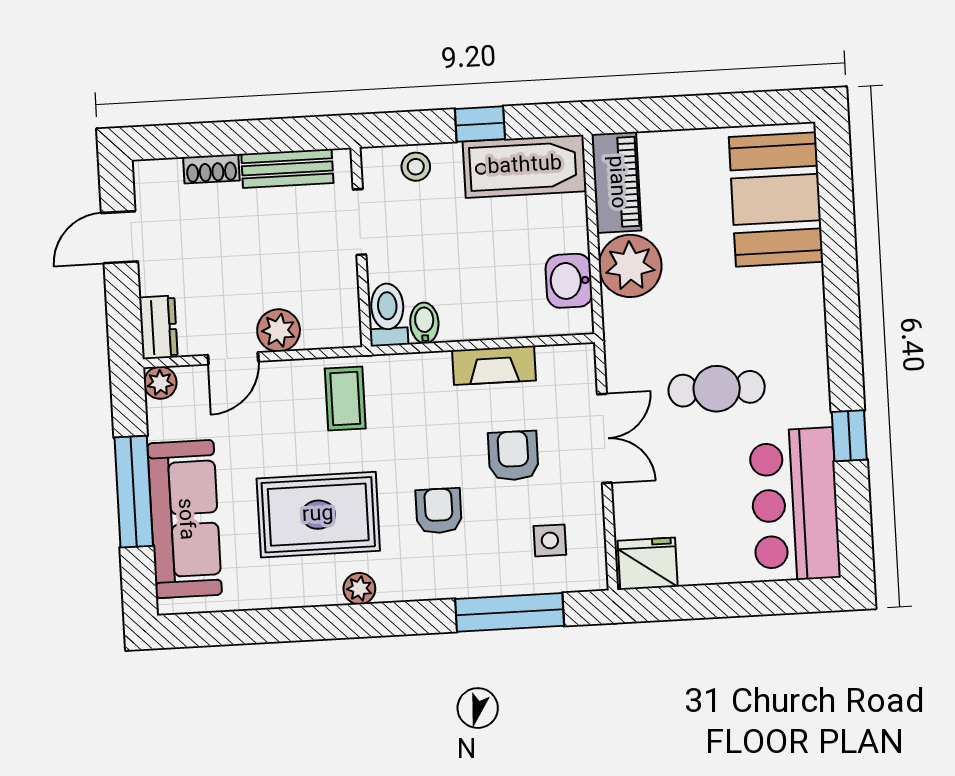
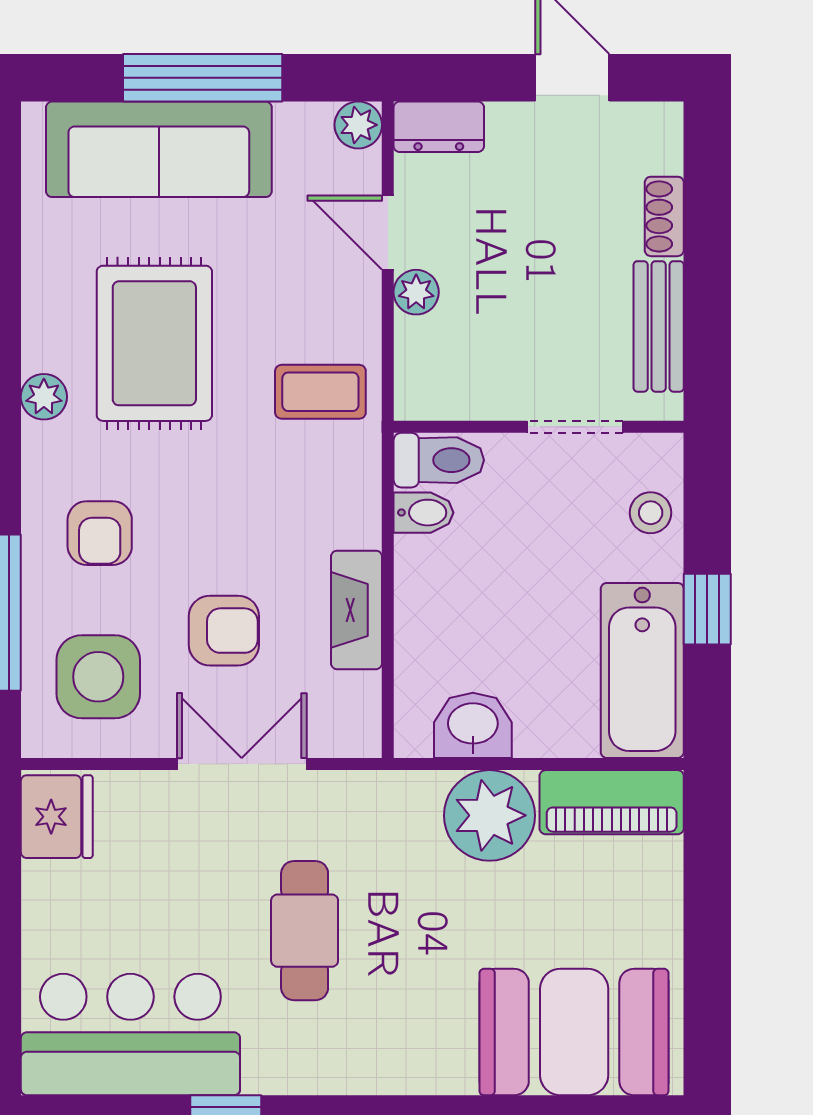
plant: (279, 330) -> (416, 292), width x0.73, depth x0.73
double door: (604, 438) -> (242, 764), swing flipped
armchair: (439, 511) -> (100, 533), moved, turned 90
side table: (550, 540) -> (98, 677), width x1.87, depth x1.87

